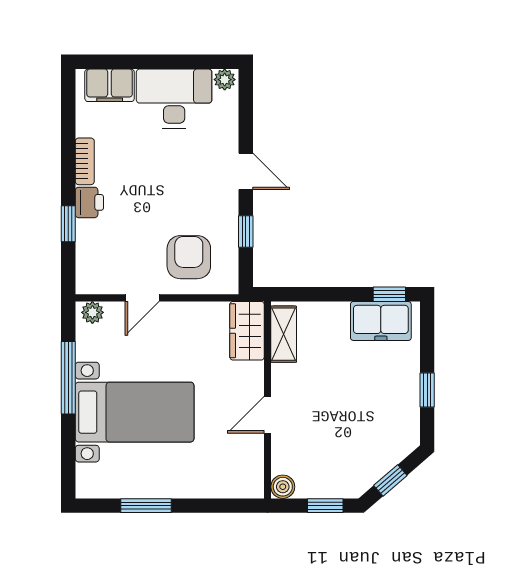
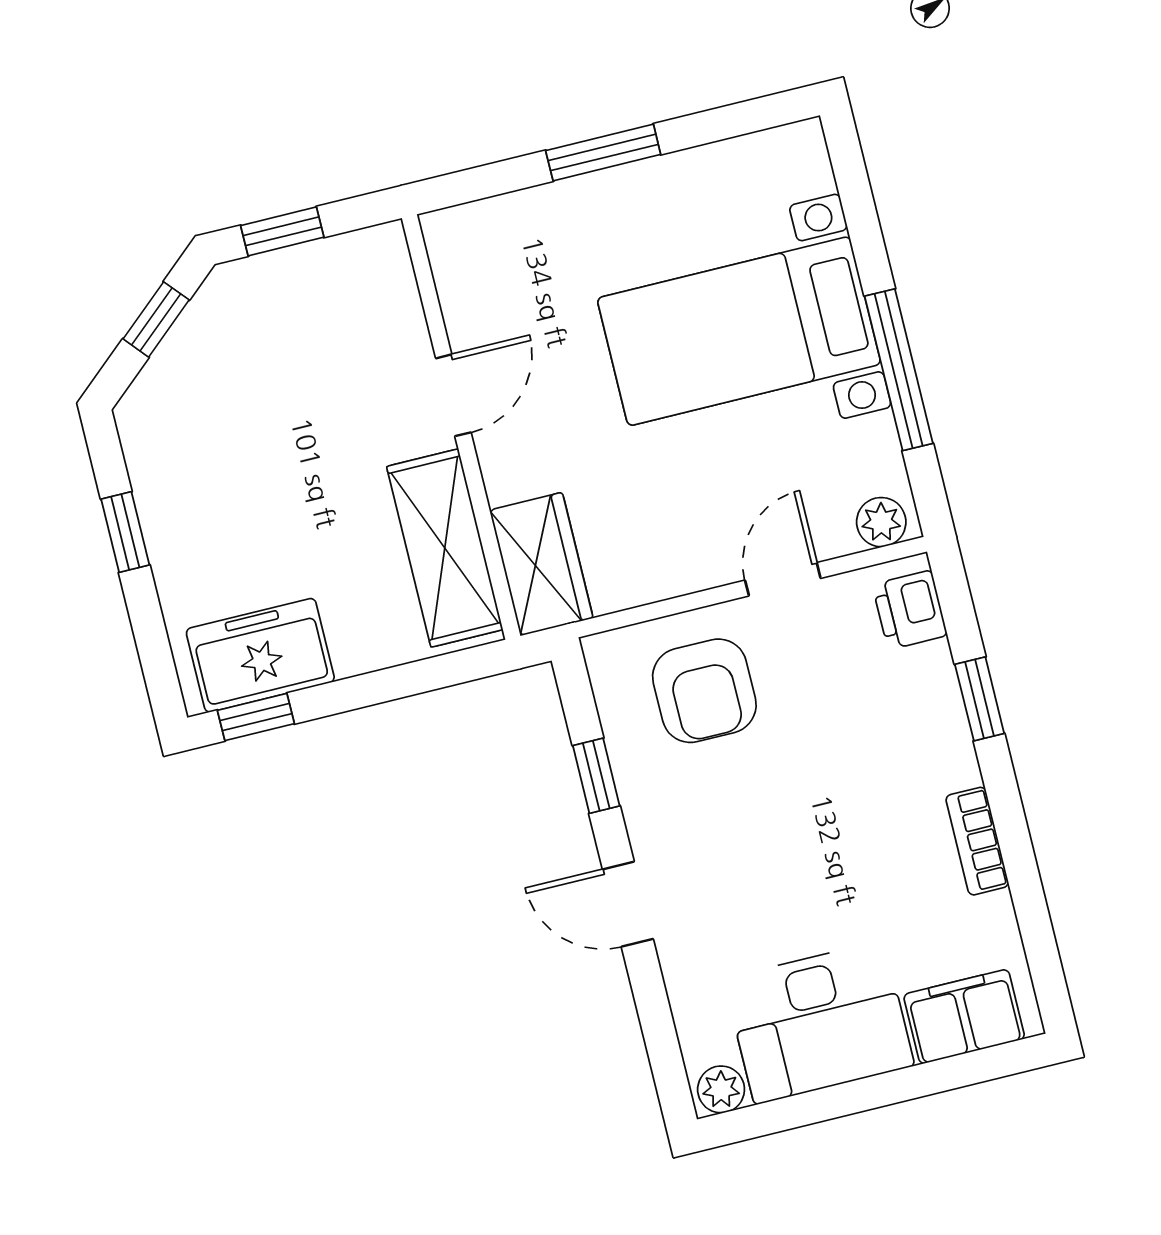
printer: (89, 202) -> (910, 610), moved
shelving: (284, 334) -> (445, 548), width x1.50, depth x1.33
boiler: (283, 487) -> (383, 249), removed
window: (146, 506) -> (603, 152), moved

